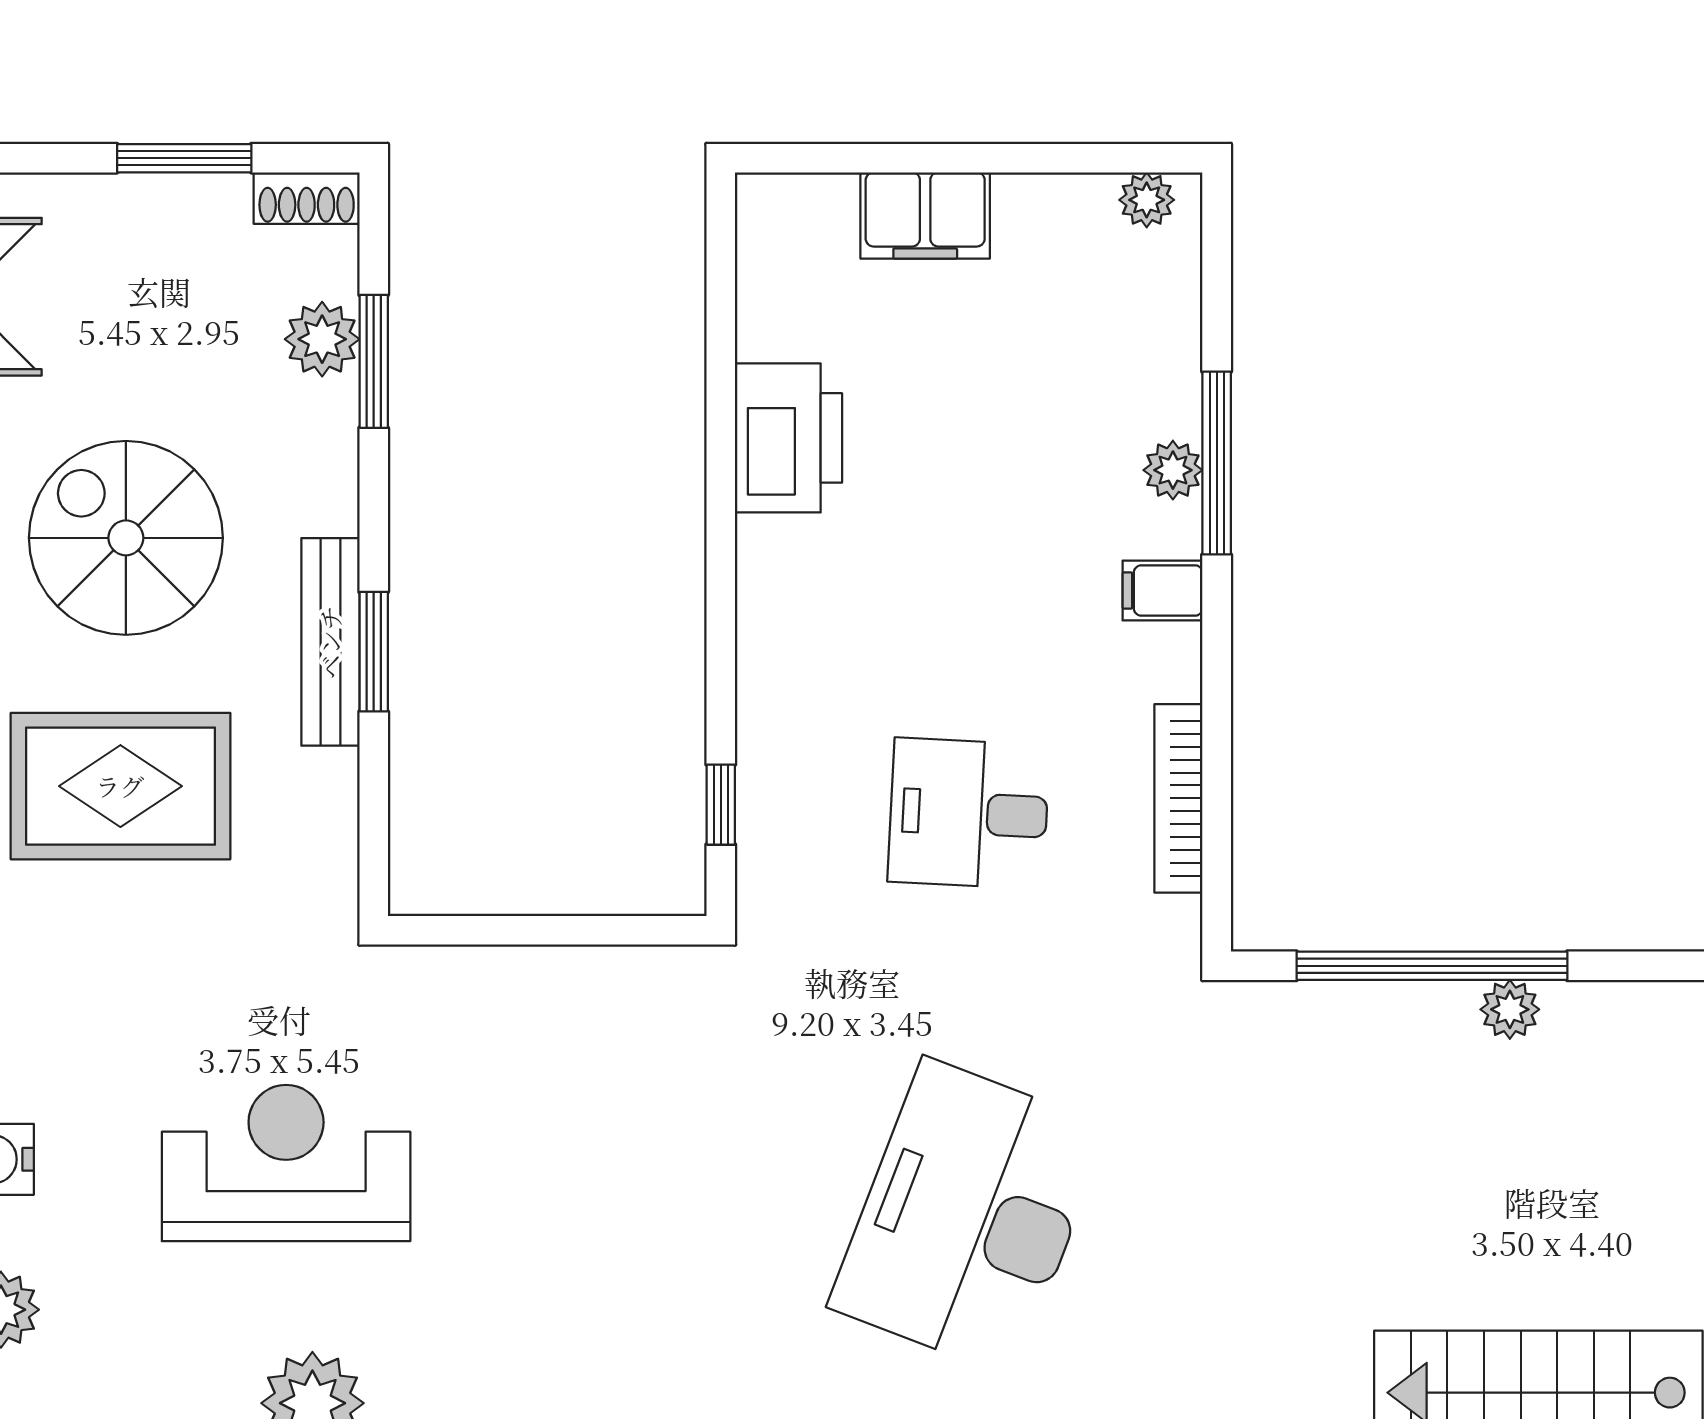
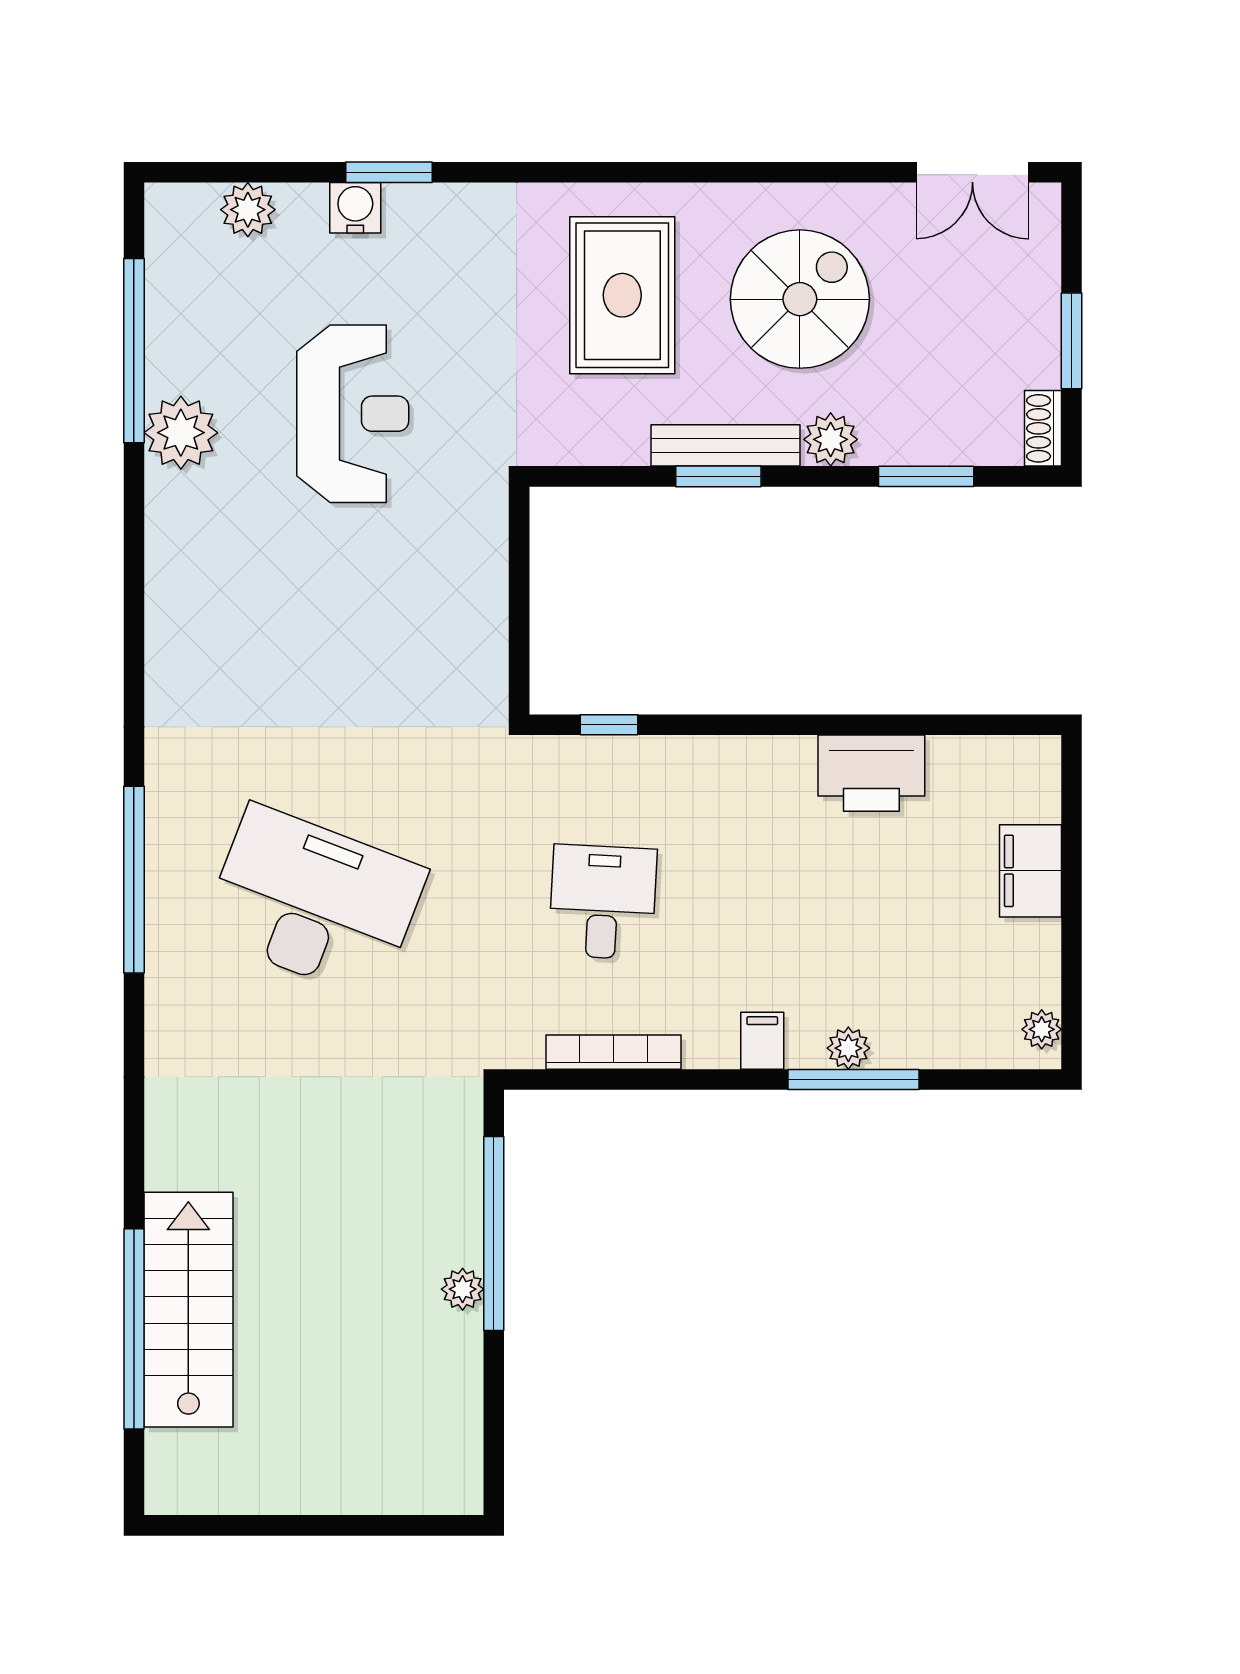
plant: (322, 339) -> (831, 439), moved

